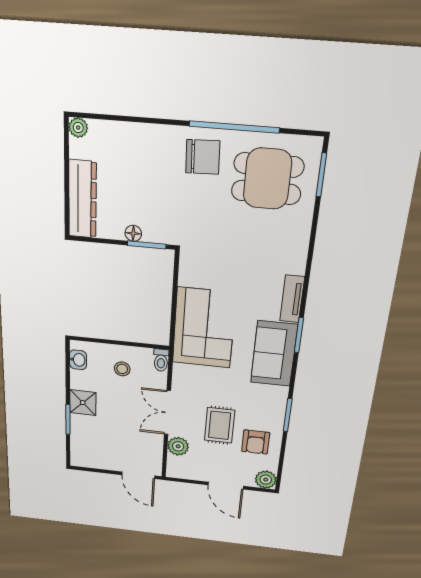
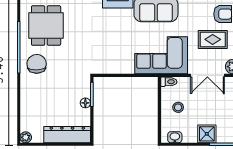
corner sofa: (204, 328) -> (161, 55), moved

